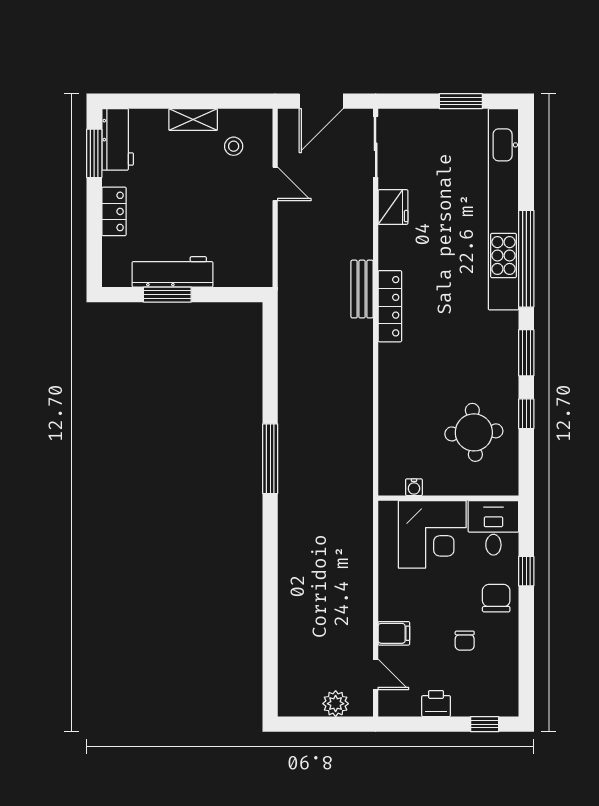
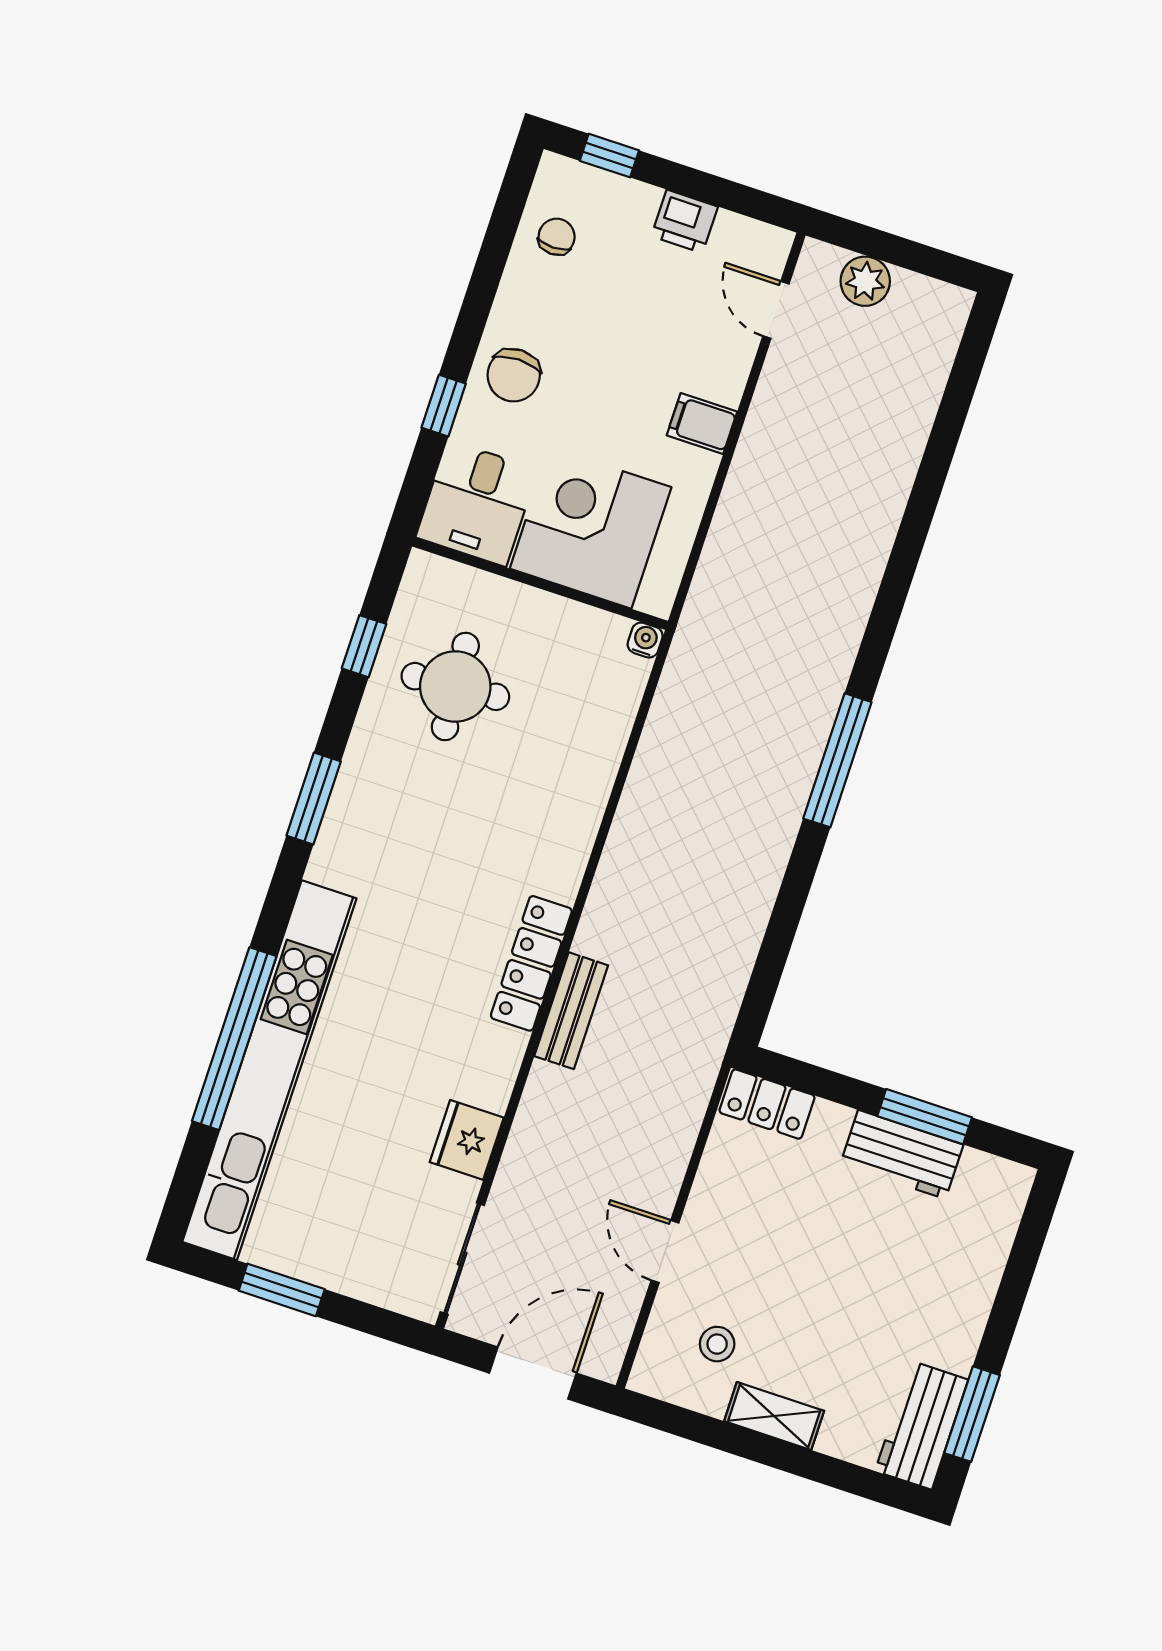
locker: (114, 211) -> (767, 1104), moved, turned -90
window: (526, 259) -> (234, 1039), moved
workbench: (172, 272) -> (902, 1154), width x0.73
window: (526, 414) -> (364, 646), moved
water cooler: (414, 487) -> (645, 640), moved
filing cabinet: (394, 633) -> (702, 423), moved
chair: (465, 641) -> (557, 237), moved

